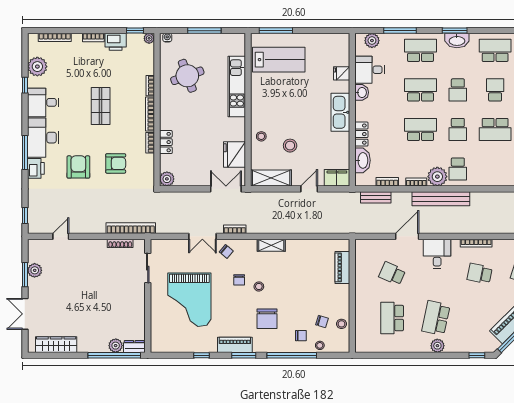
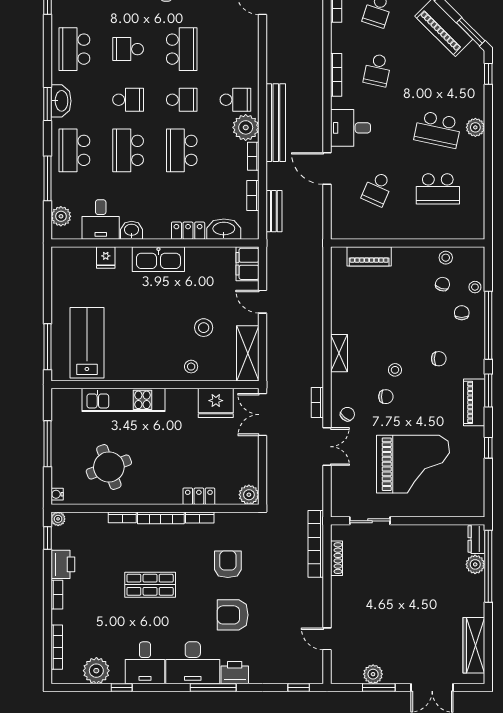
chair: (267, 319) -> (439, 359), width x0.54, depth x0.54

